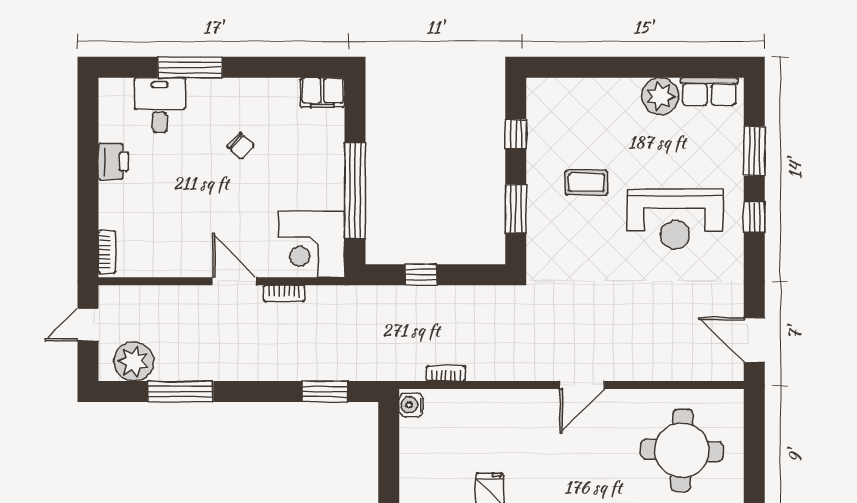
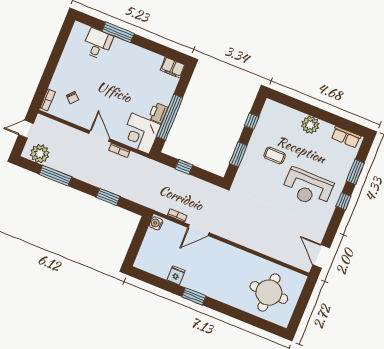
plant: (660, 96) -> (310, 125), moved
chair: (241, 146) -> (73, 98), moved
printer: (113, 161) -> (158, 113), moved, turned 180
door: (582, 385) -> (199, 230), moved
window: (325, 391) -> (108, 197), moved

